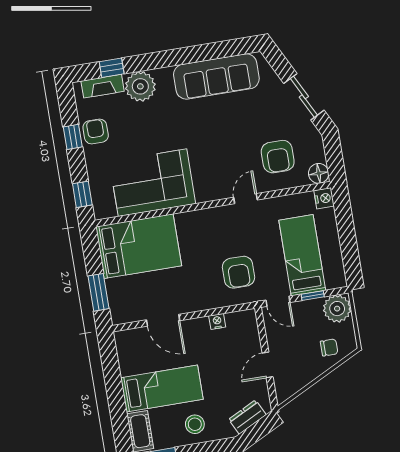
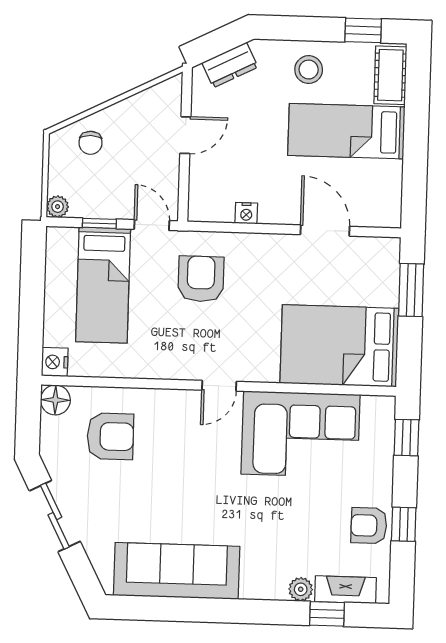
plant: (140, 86) -> (301, 589), width x0.53, depth x0.53
armchair: (96, 131) -> (369, 526), turned 90
armchair: (278, 157) -> (110, 436), turned 90
door: (245, 199) -> (219, 386), moved
plant: (337, 309) -> (58, 207), width x0.53, depth x0.53
chair: (329, 347) -> (90, 143), turned -90

